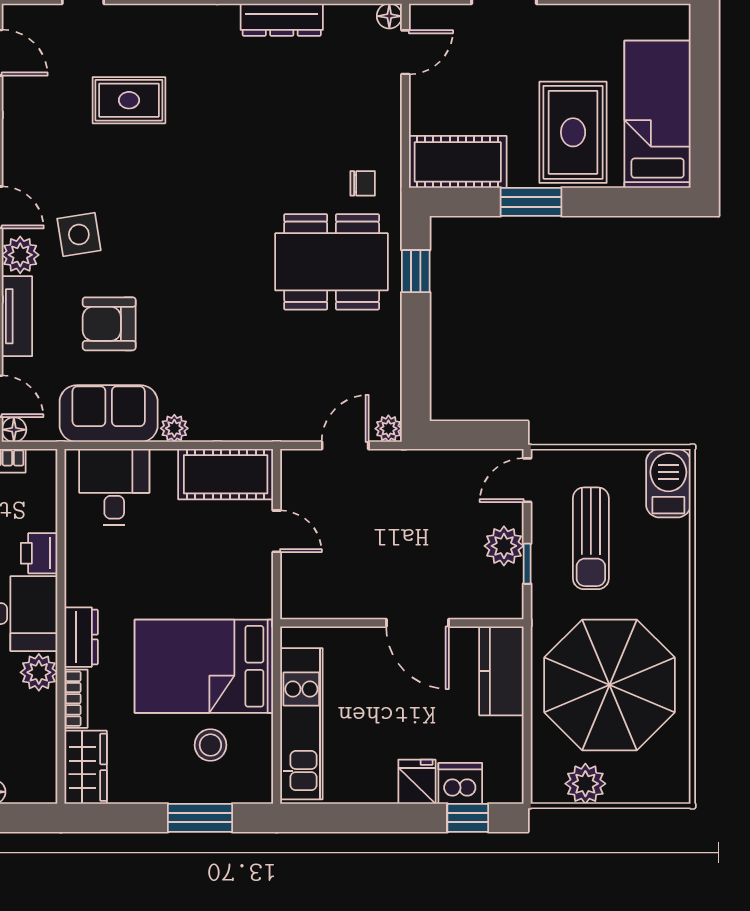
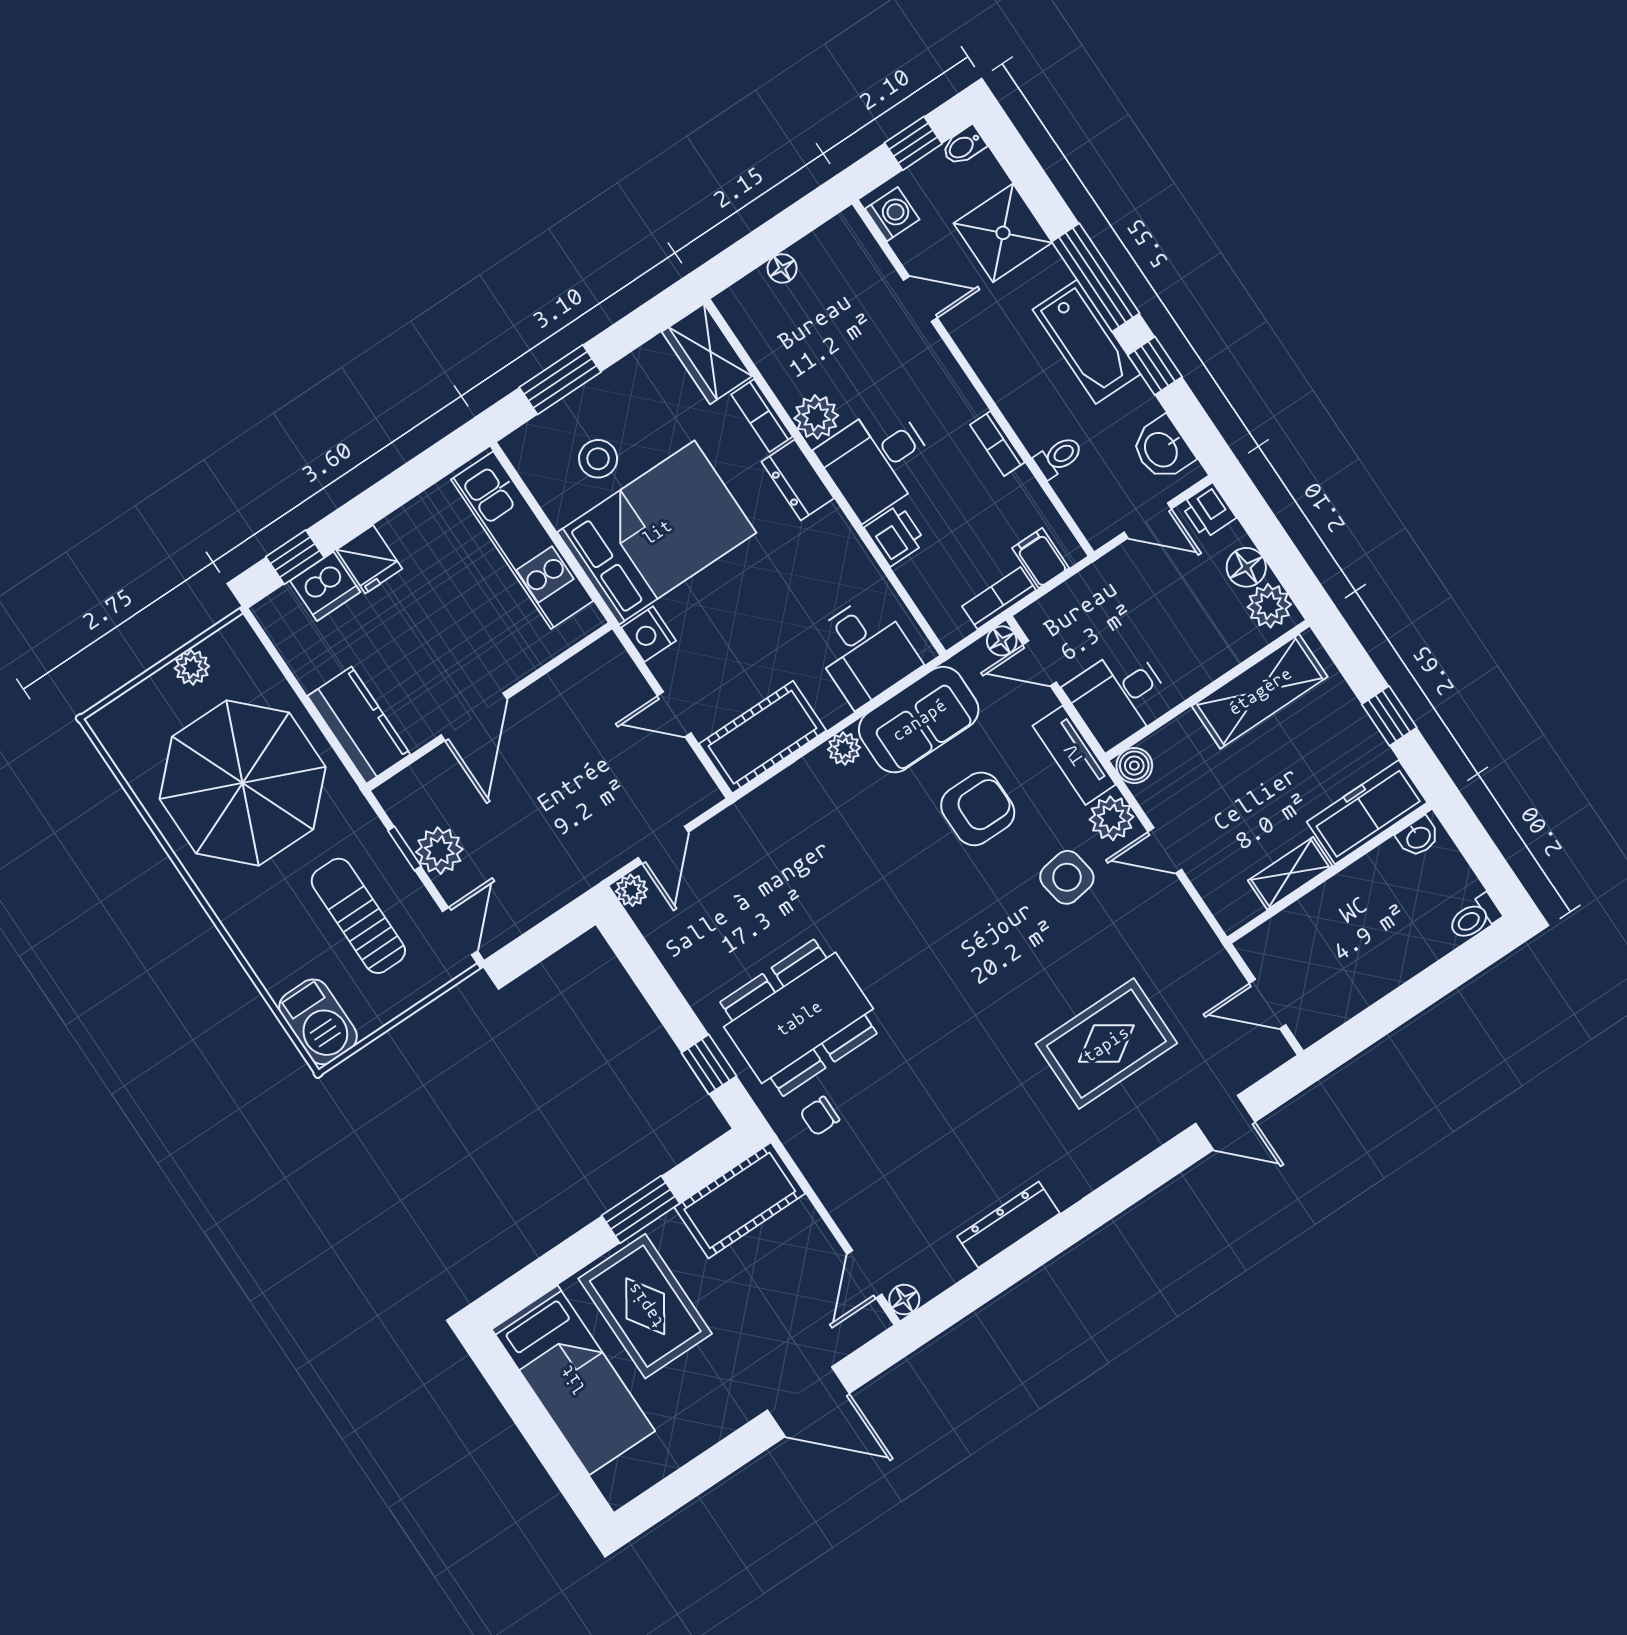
rug: (129, 100) -> (1106, 1044), width x1.36, depth x1.43
nightstand: (257, 599) -> (649, 634), added
door: (417, 623) -> (474, 717), swing flipped
plant: (585, 784) -> (192, 667), width x0.73, depth x0.73

